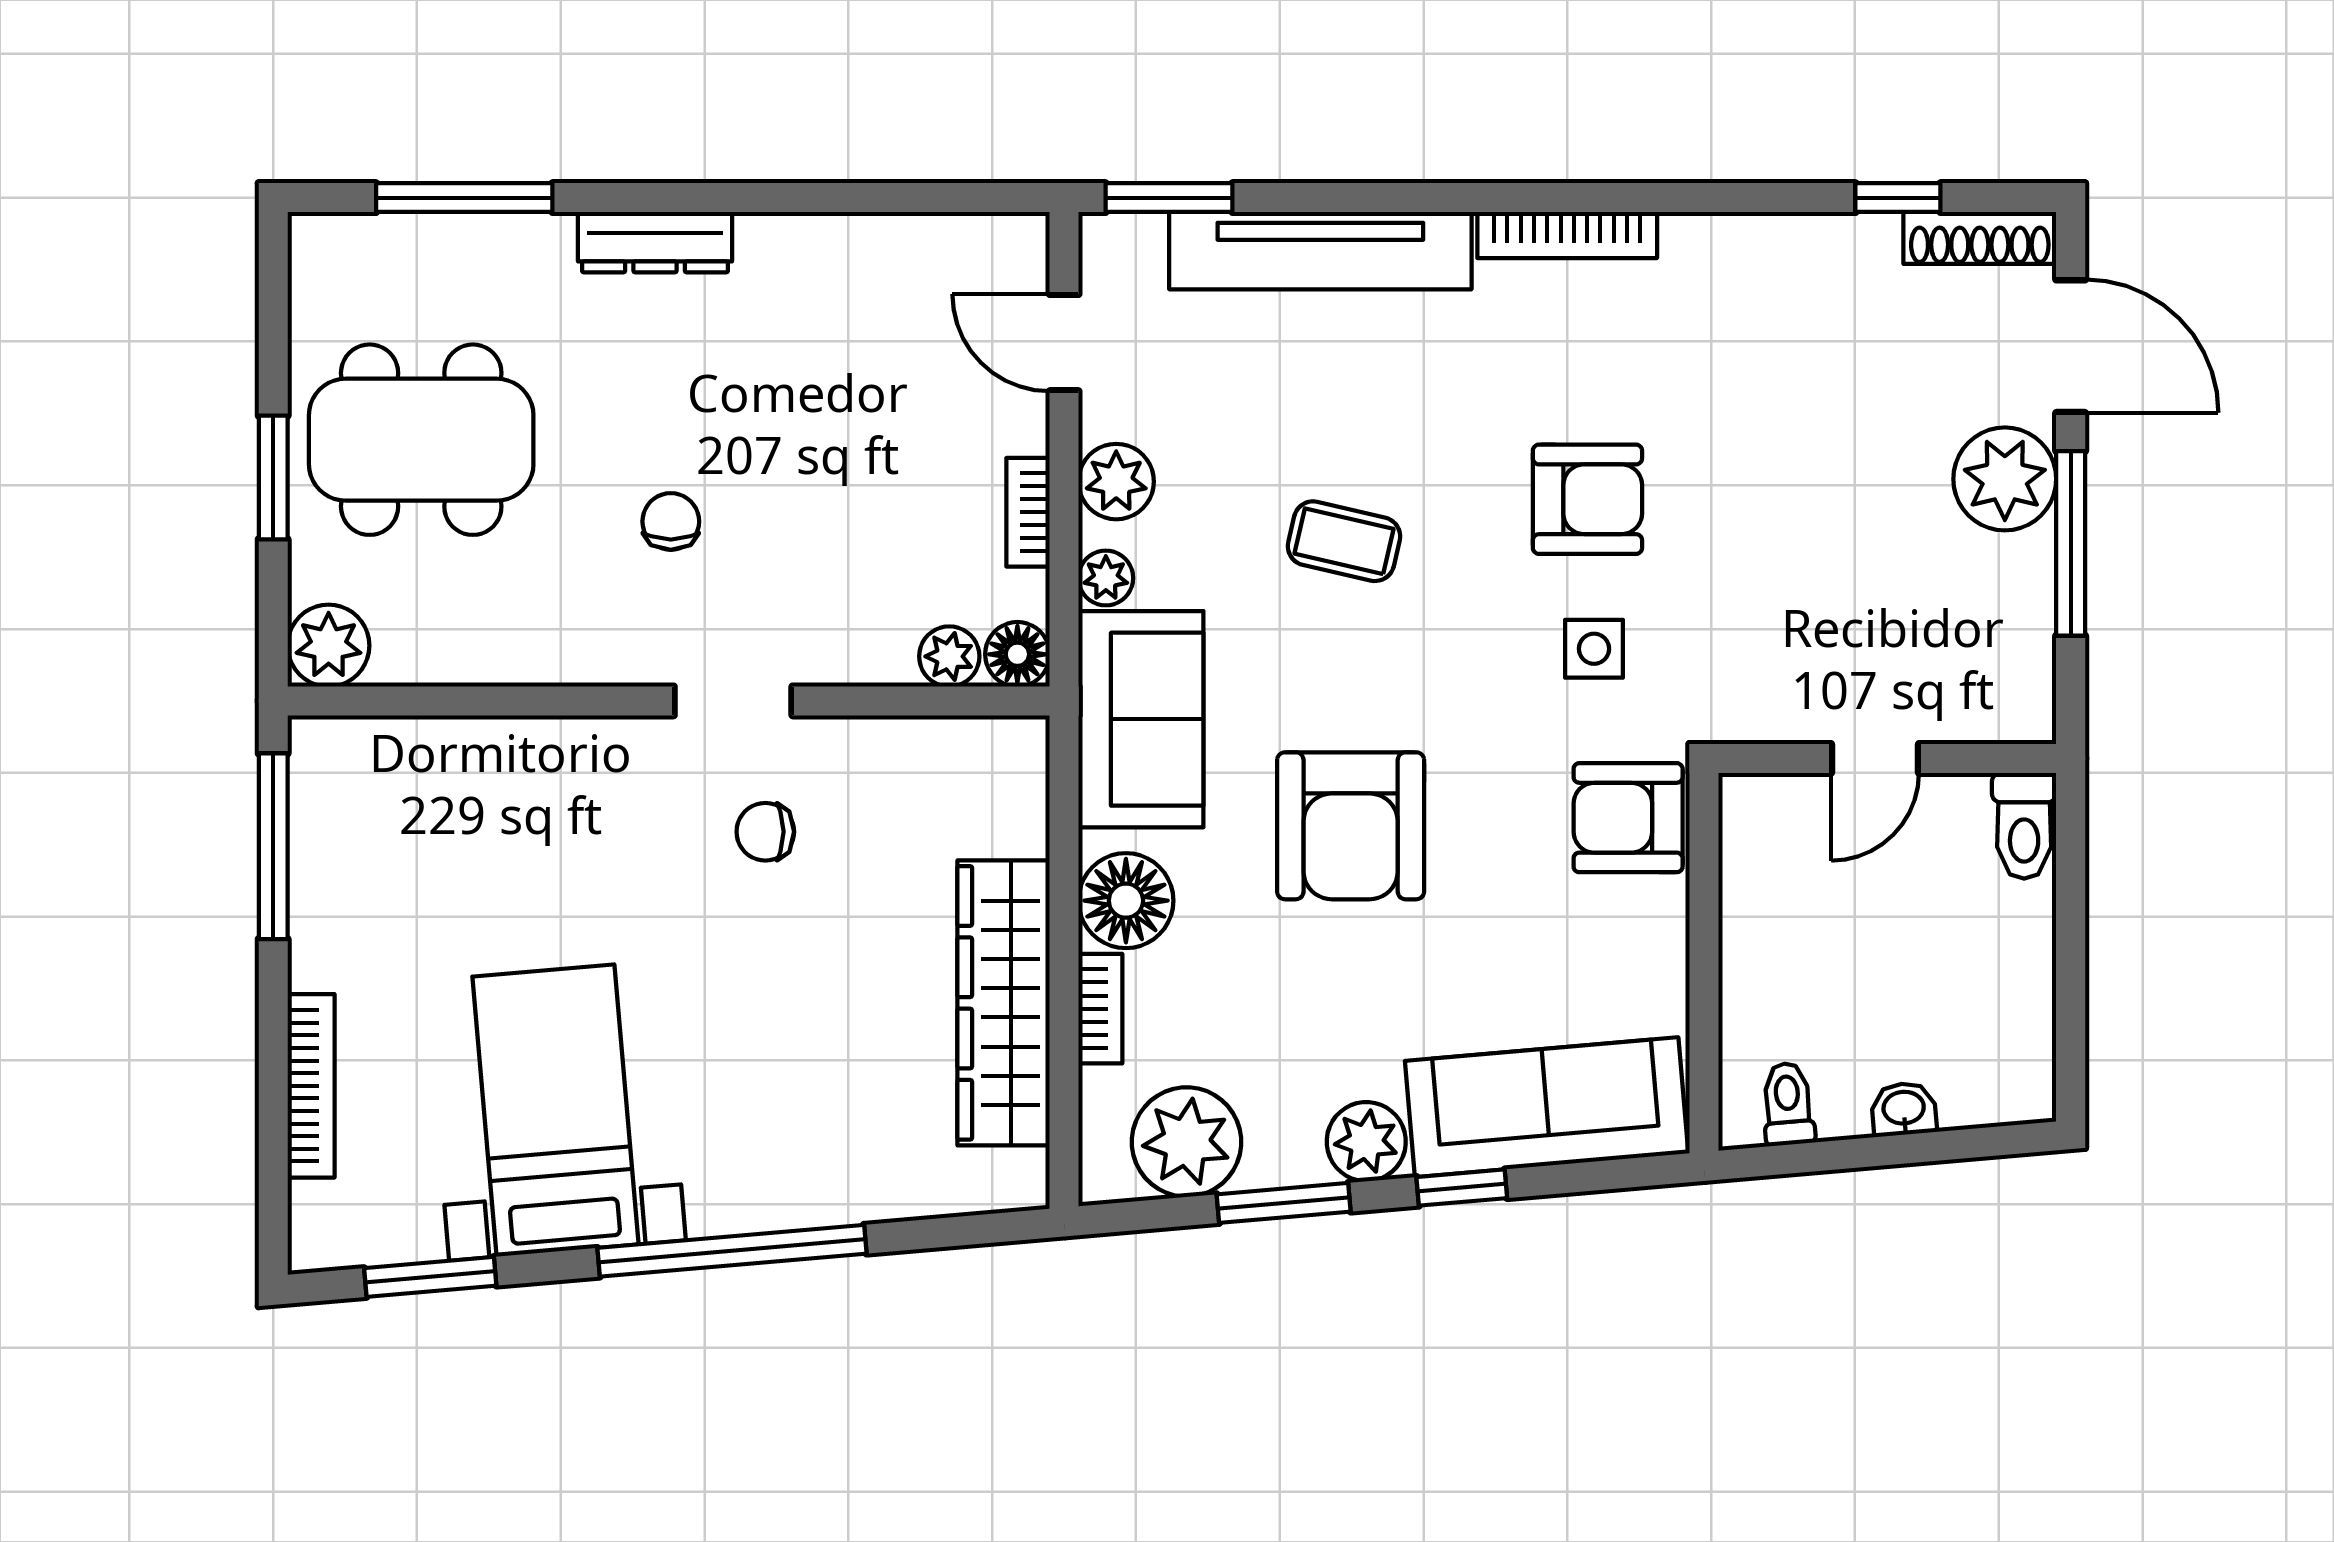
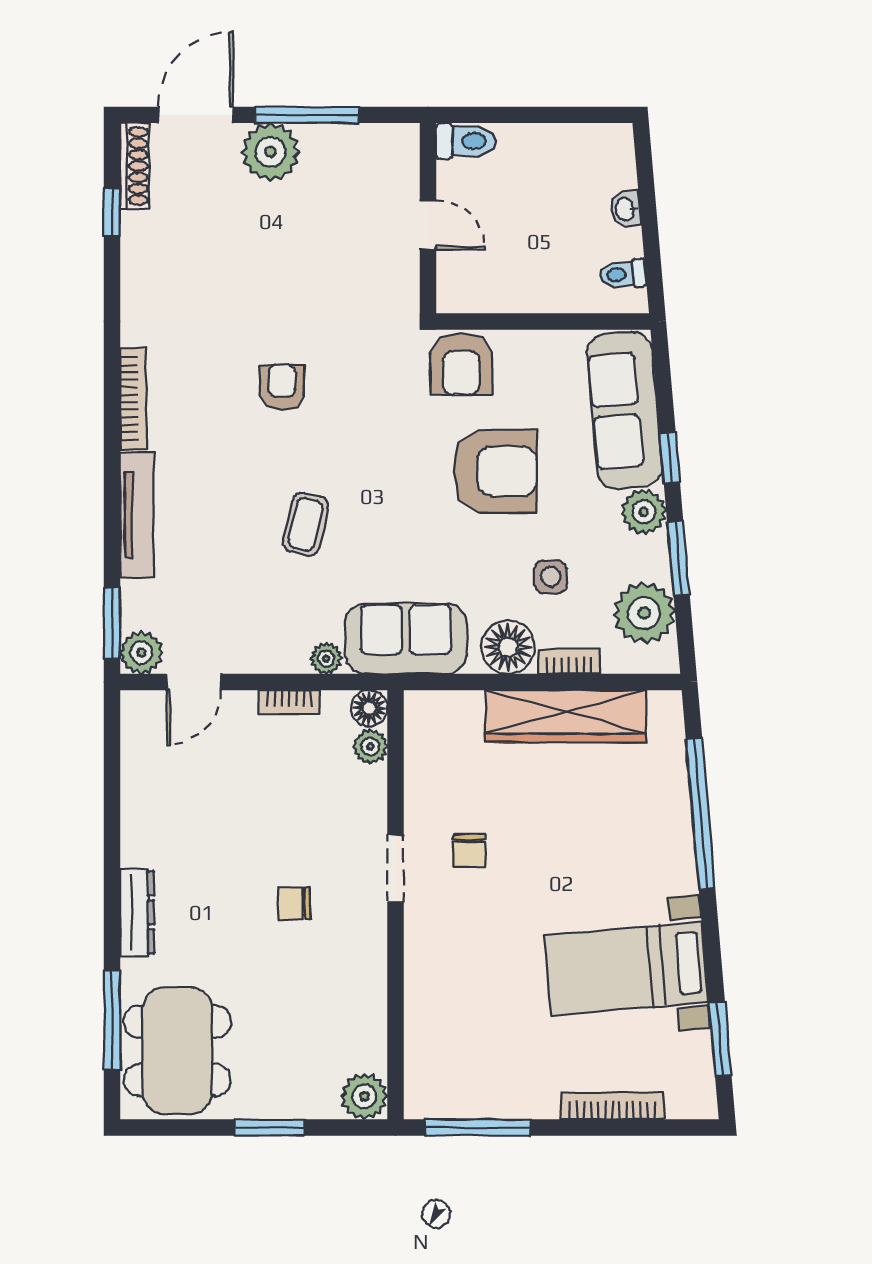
tv unit: (1320, 251) -> (137, 515), width x0.73, depth x0.78
dining table: (421, 440) -> (177, 1051), moved
plant: (1116, 482) -> (141, 653), moved
armchair: (1587, 499) -> (282, 387), width x0.72, depth x0.72
side table: (1594, 649) -> (551, 577), moved
armchair: (1351, 826) -> (495, 471), moved
window: (732, 1251) -> (700, 814), moved

